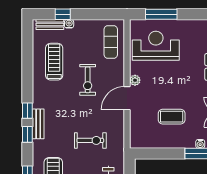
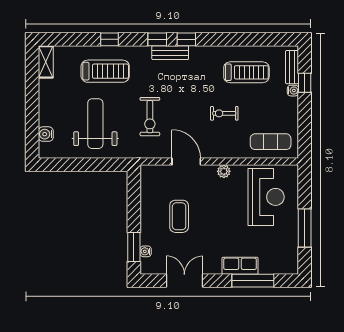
window: (161, 14) -> (305, 228), moved
exercise bike: (88, 80) -> (224, 113), width x0.73, depth x0.72
door: (127, 98) -> (186, 162), moved

